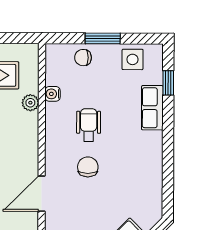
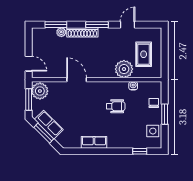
plant: (30, 103) -> (124, 69), width x1.88, depth x1.88
row of seats: (152, 108) -> (94, 142), moved
chair: (88, 167) -> (92, 106), removed

